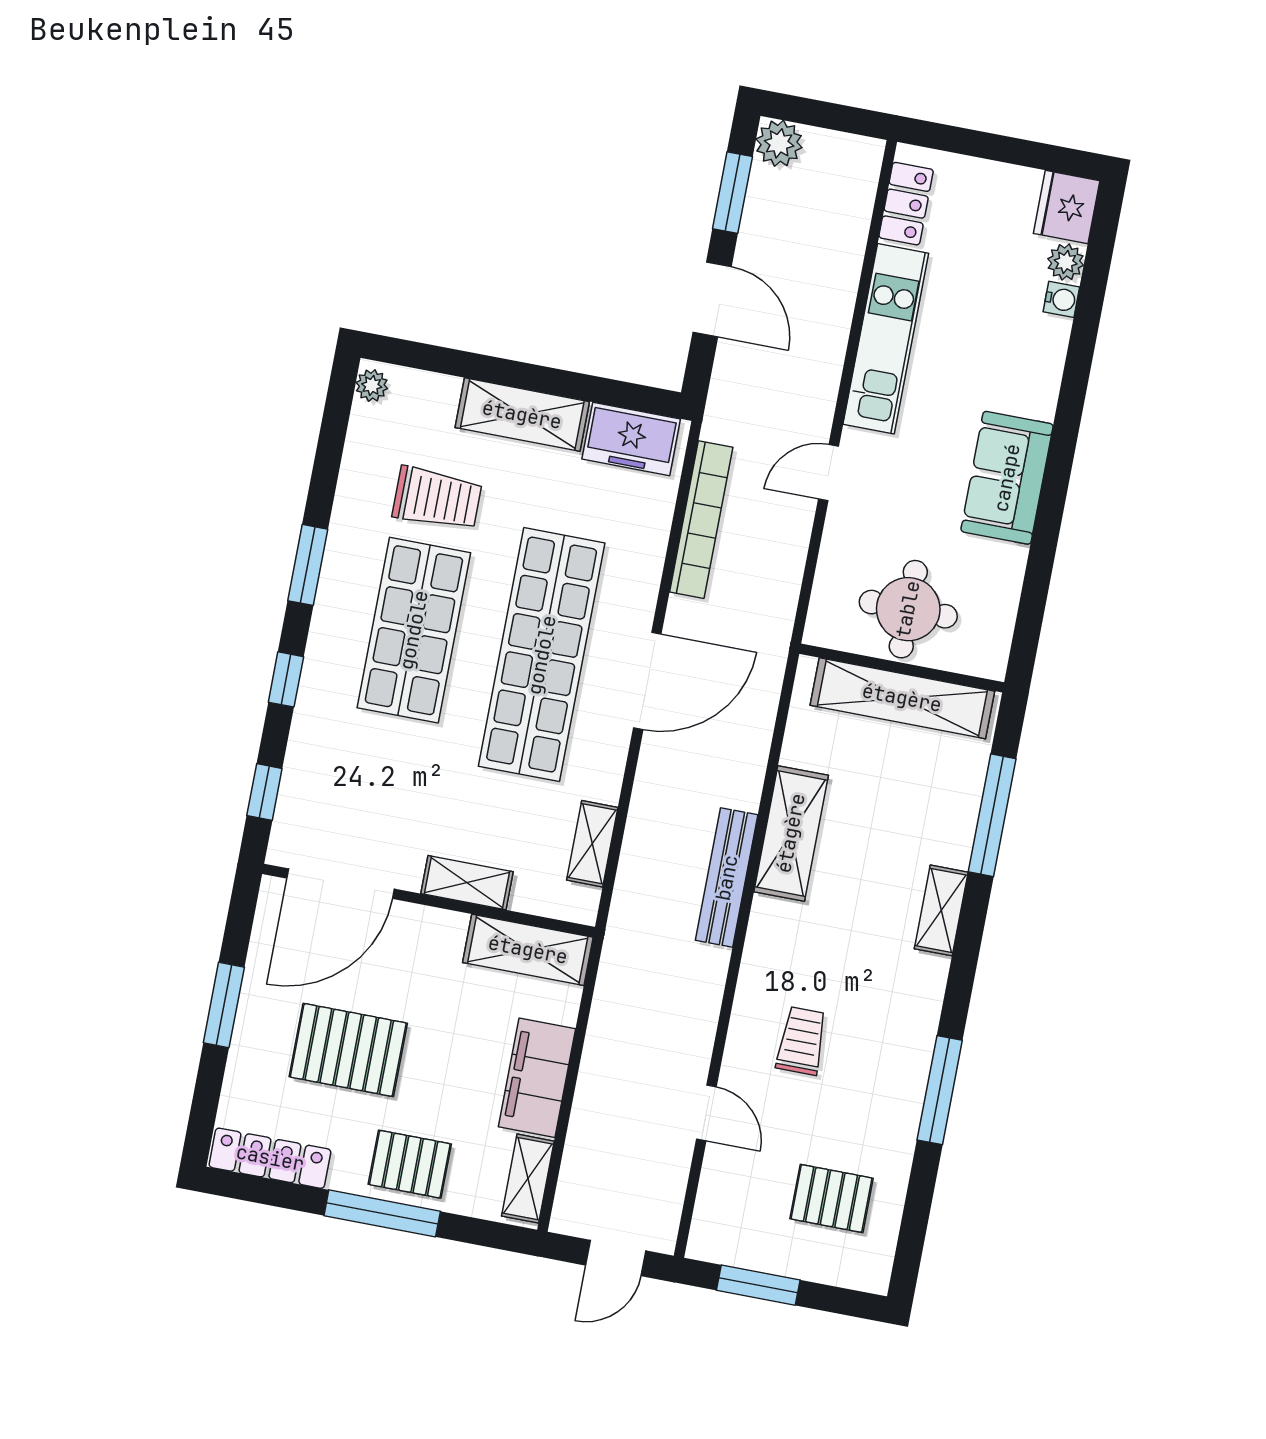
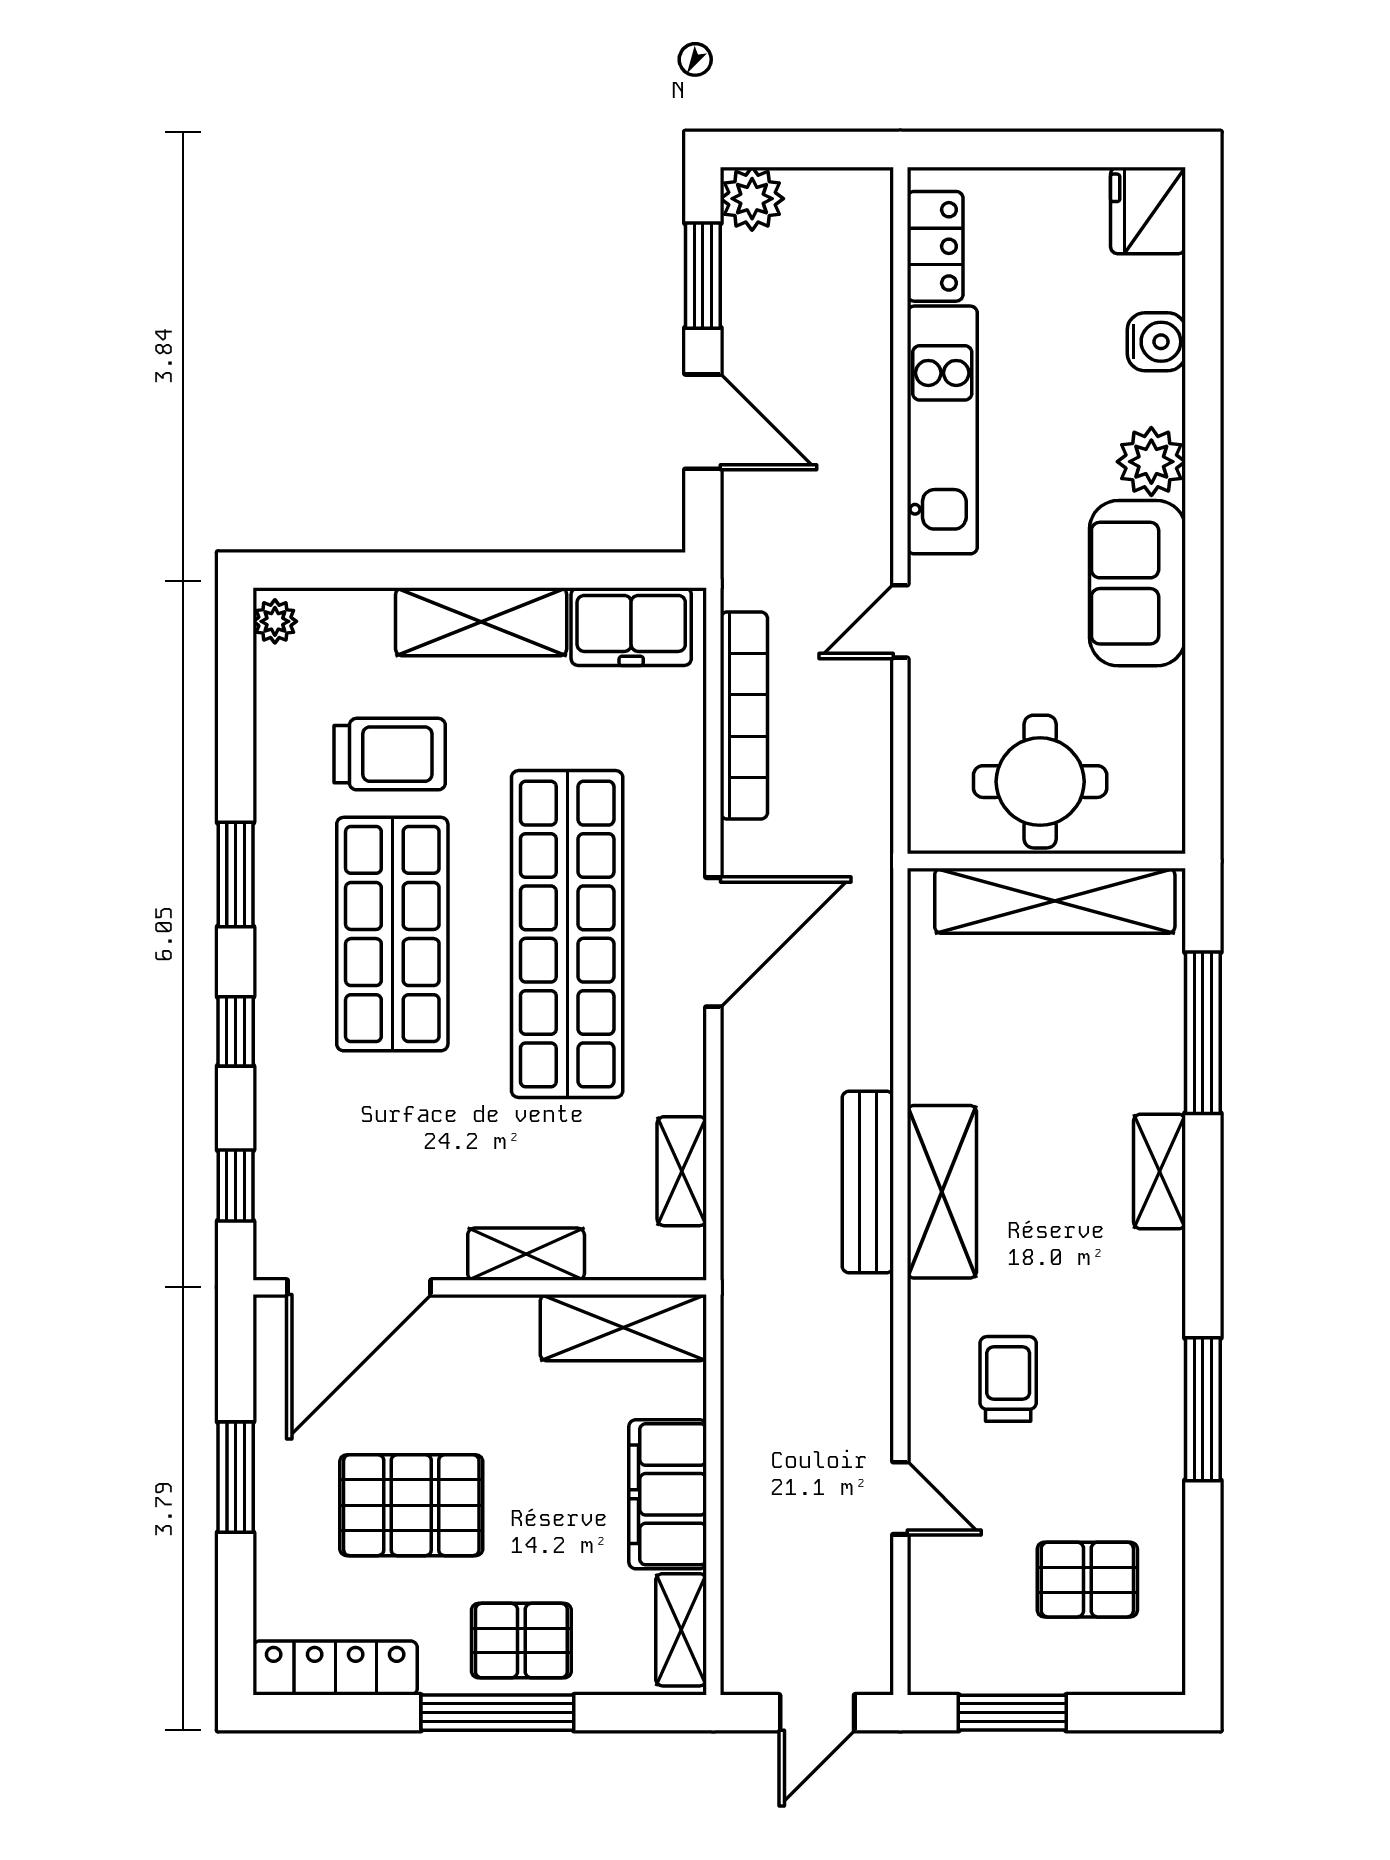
plant: (1066, 262) -> (1151, 462), moved, width x1.38, depth x1.38
water cooler: (1061, 299) -> (1156, 342), width x1.38, depth x1.38
shelving: (791, 833) -> (942, 1192), moved

